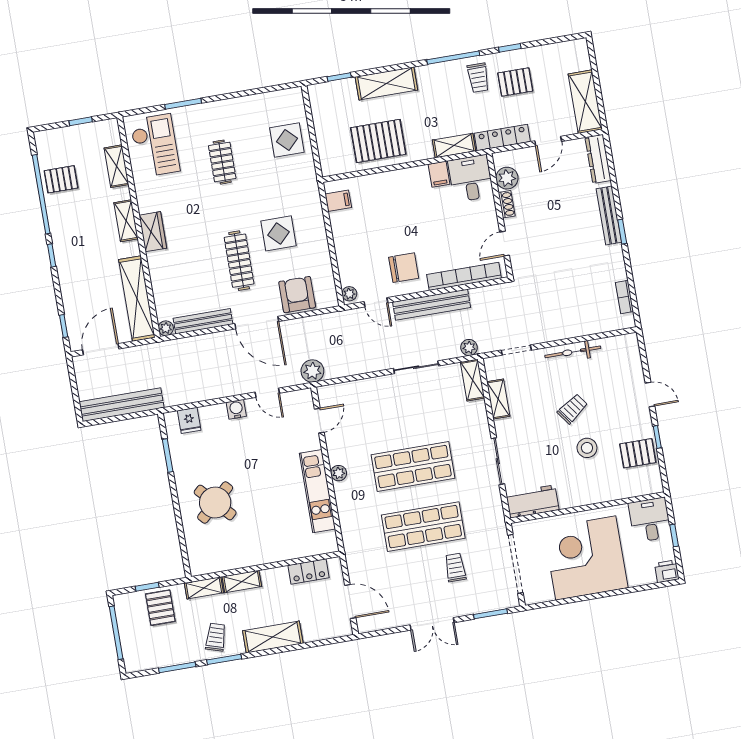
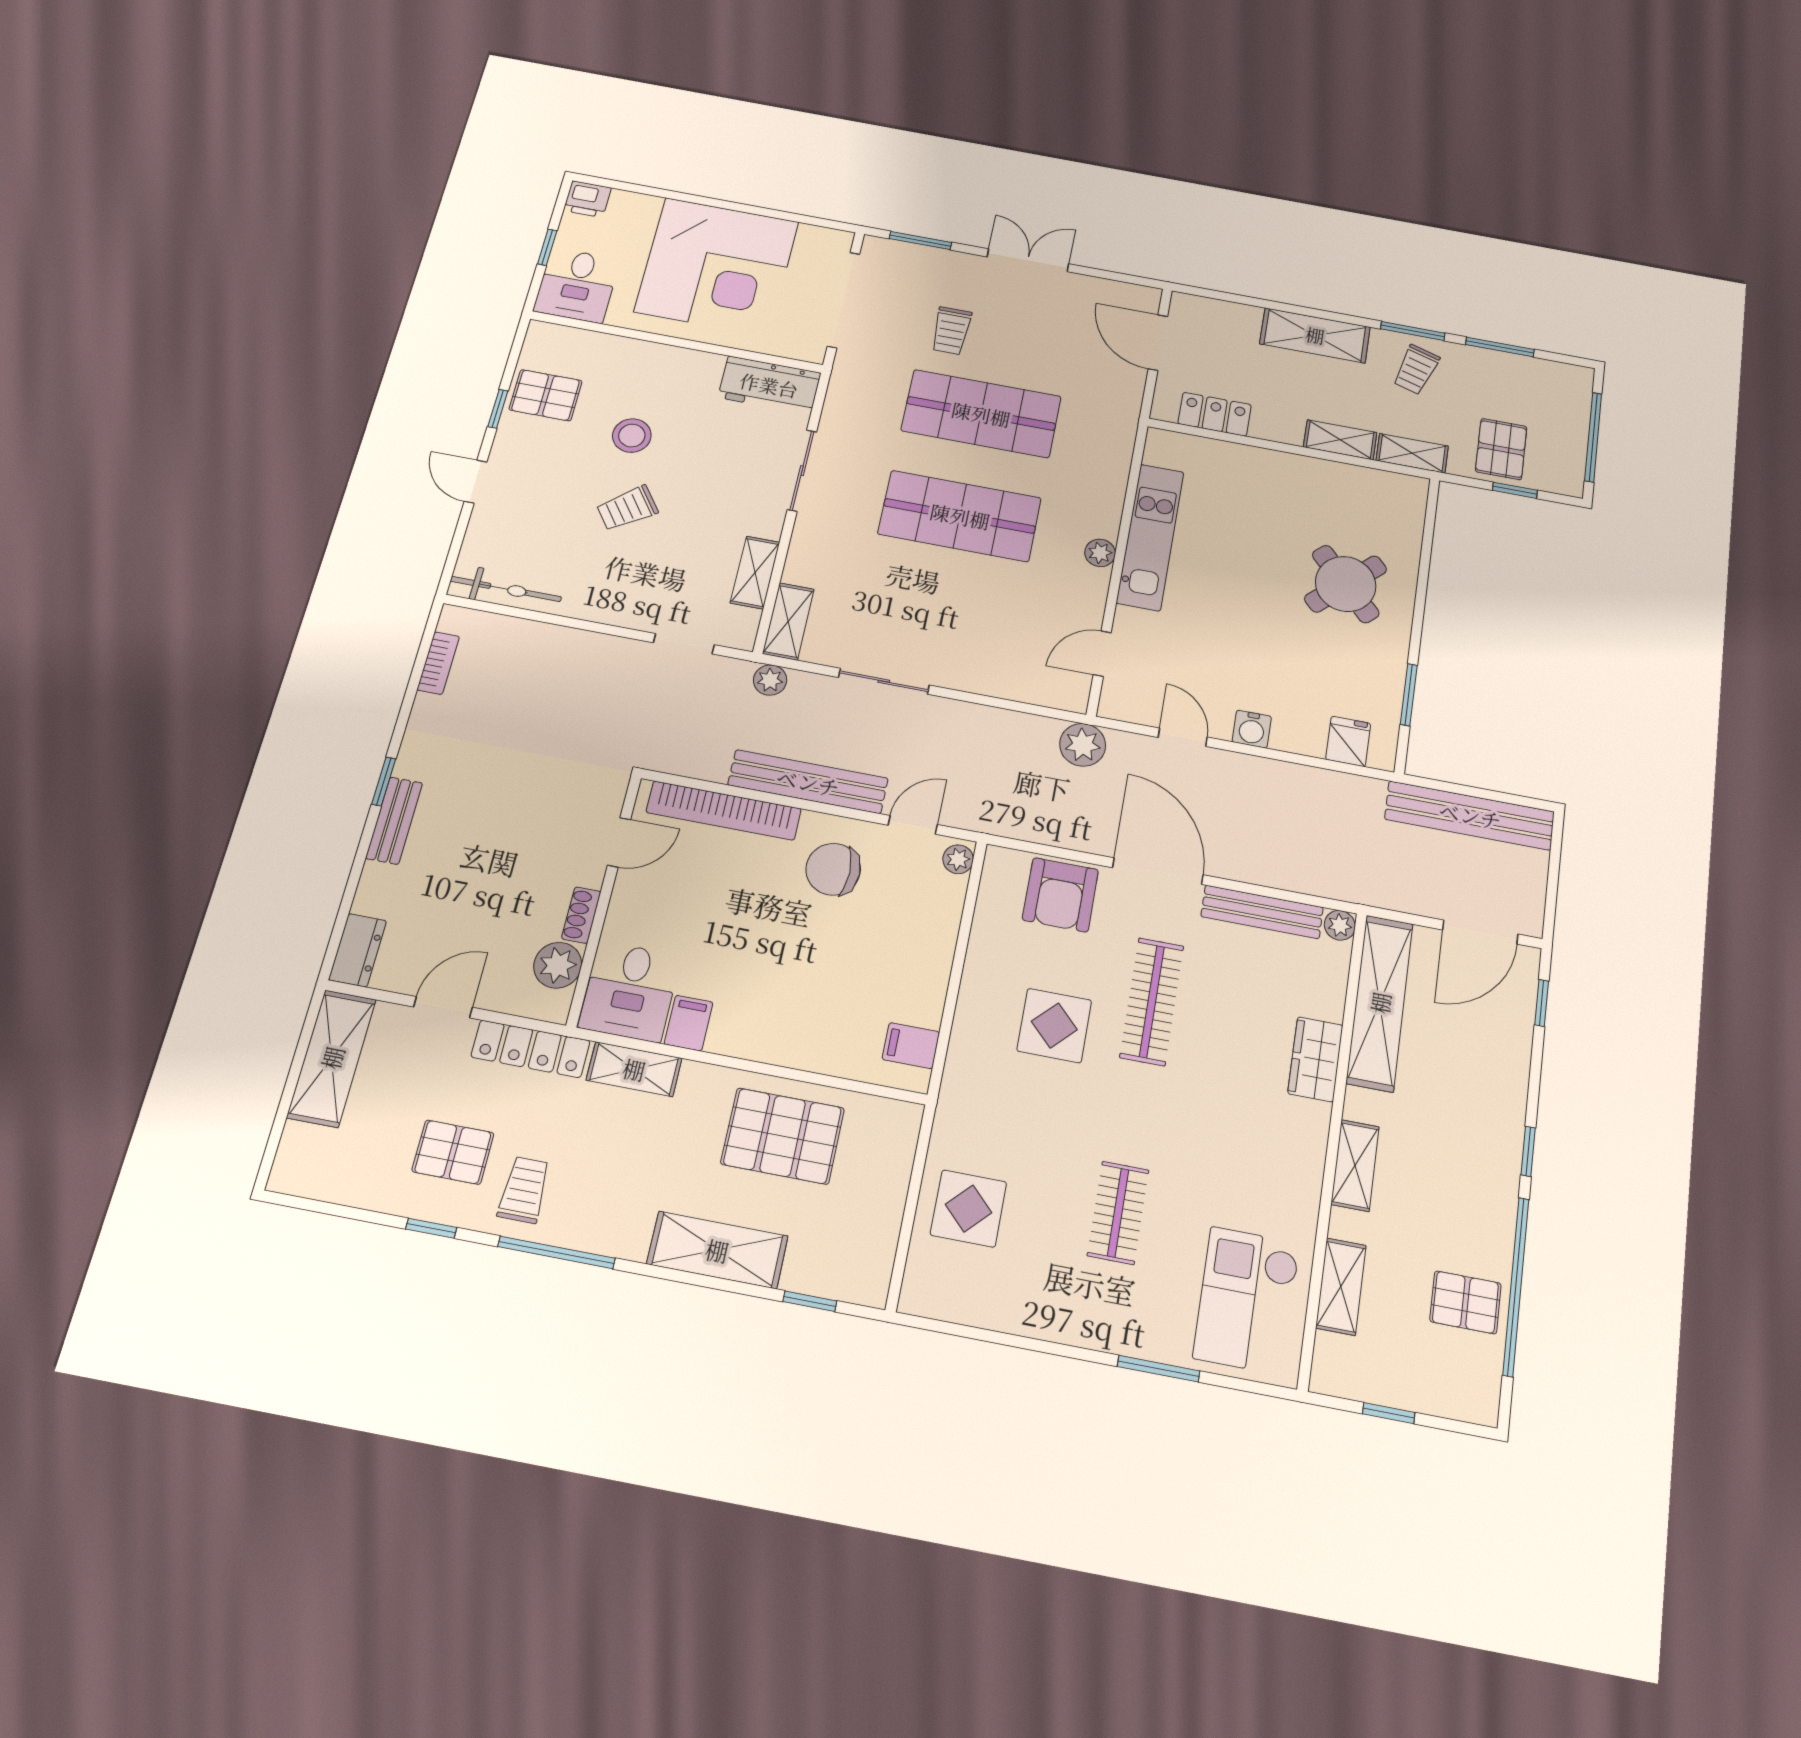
dresser: (598, 159) -> (358, 950), width x0.70
bench: (609, 216) -> (394, 821), width x0.73
wardrobe: (153, 232) -> (1315, 1059), moved
door: (376, 302) -> (913, 825), hinge flipped
bicycle: (573, 352) -> (506, 589), moved

